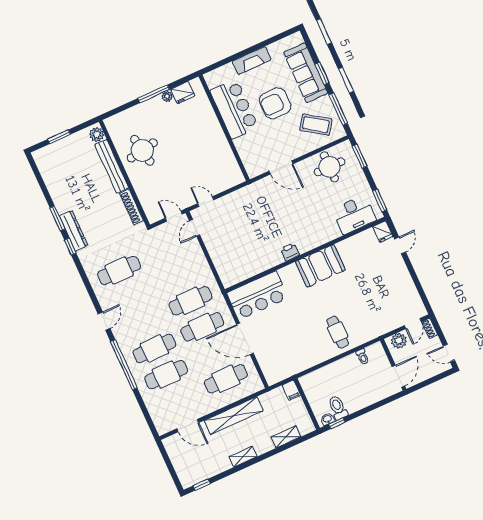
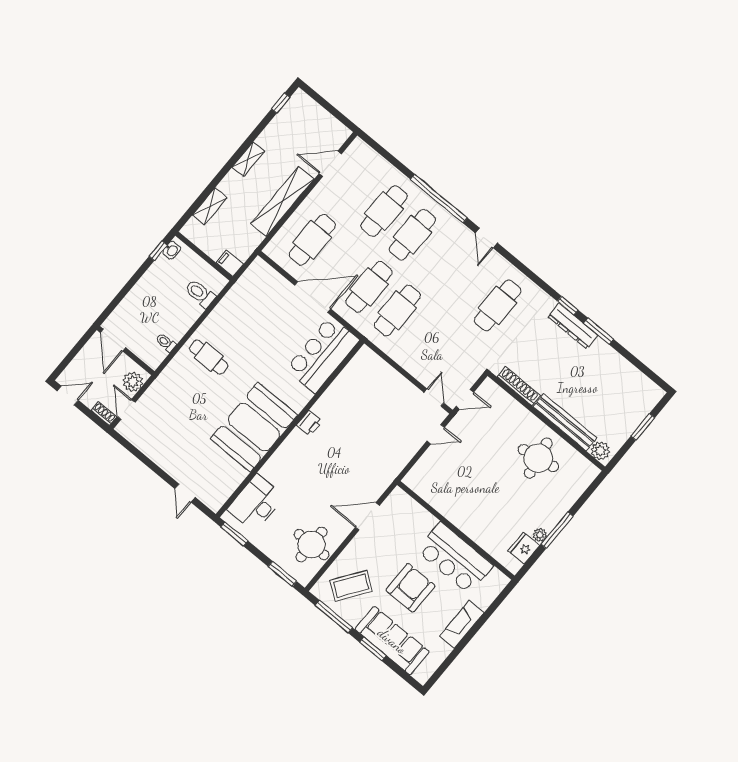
fridge: (383, 232) -> (213, 499), removed
booth: (320, 266) -> (254, 427), width x1.36, depth x1.42
toilet: (338, 408) -> (200, 294), moved, turned 180

